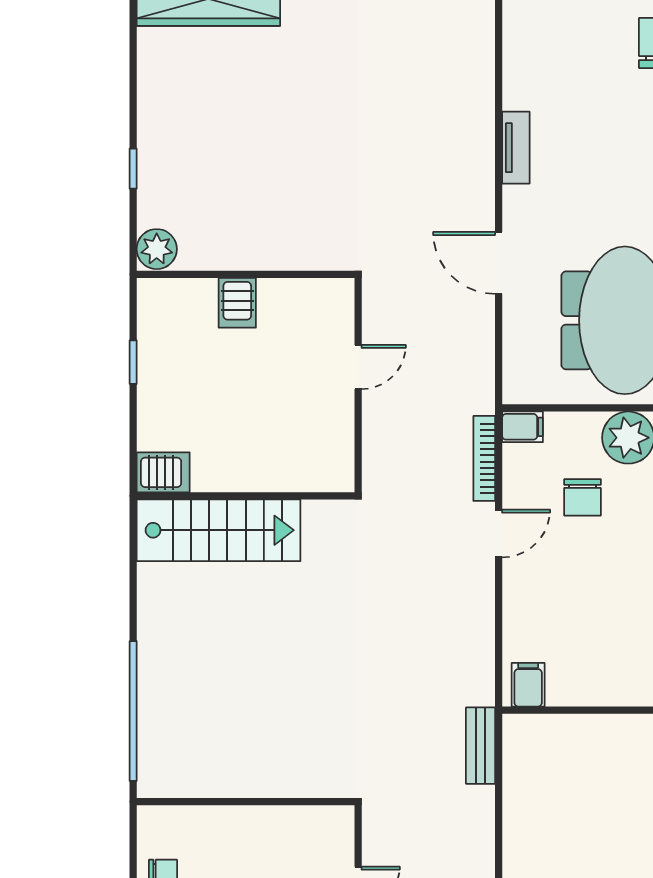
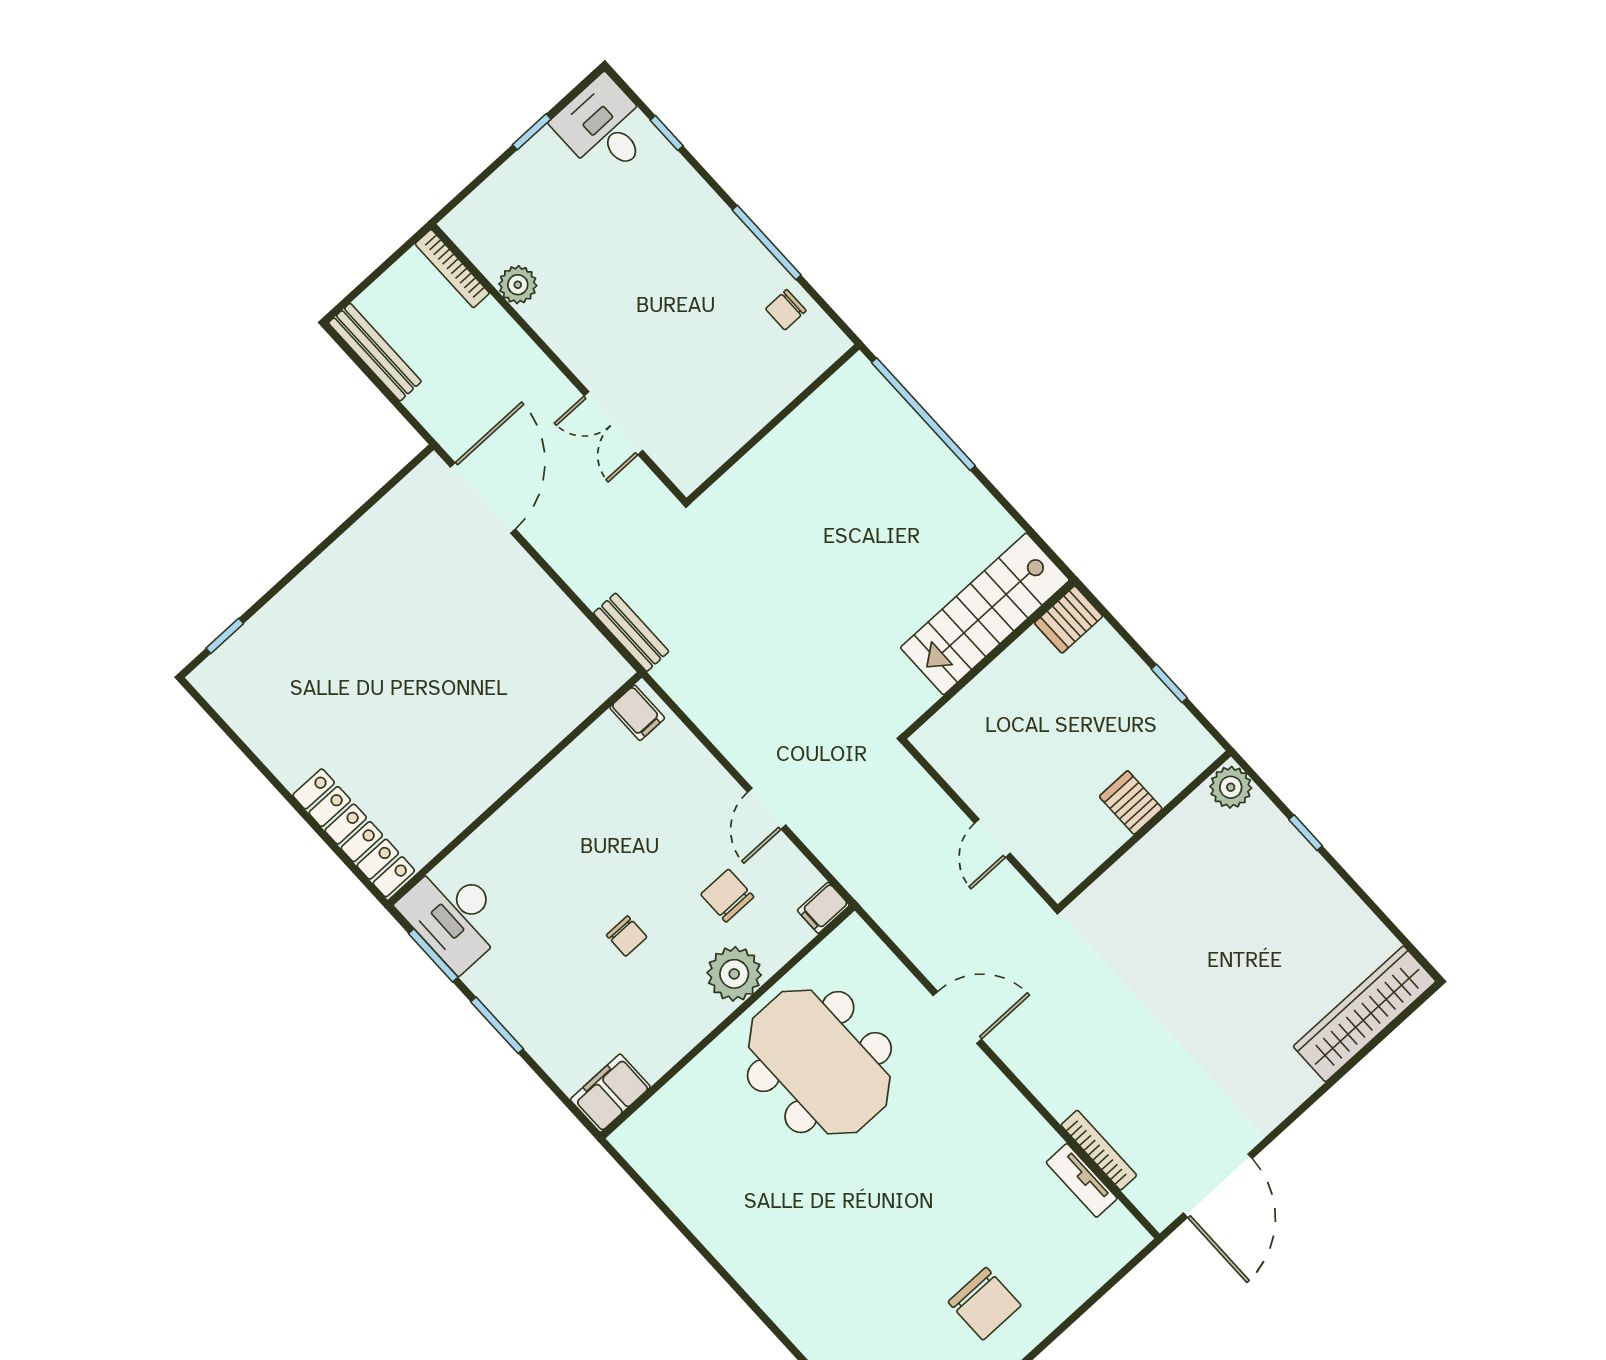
tv unit: (516, 148) -> (1082, 1180), moved
bookcase: (484, 458) -> (1099, 1150), moved

